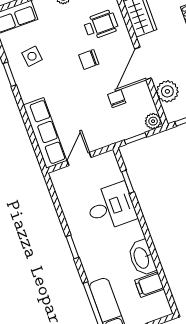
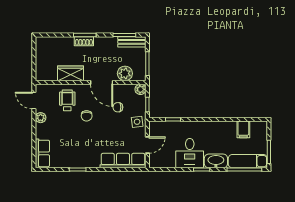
side table: (32, 56) -> (137, 122), moved
door: (79, 159) -> (147, 145), swing flipped
desk: (111, 207) -> (190, 153), moved, turned 180
washbasin: (142, 258) -> (216, 161), moved, turned 180

